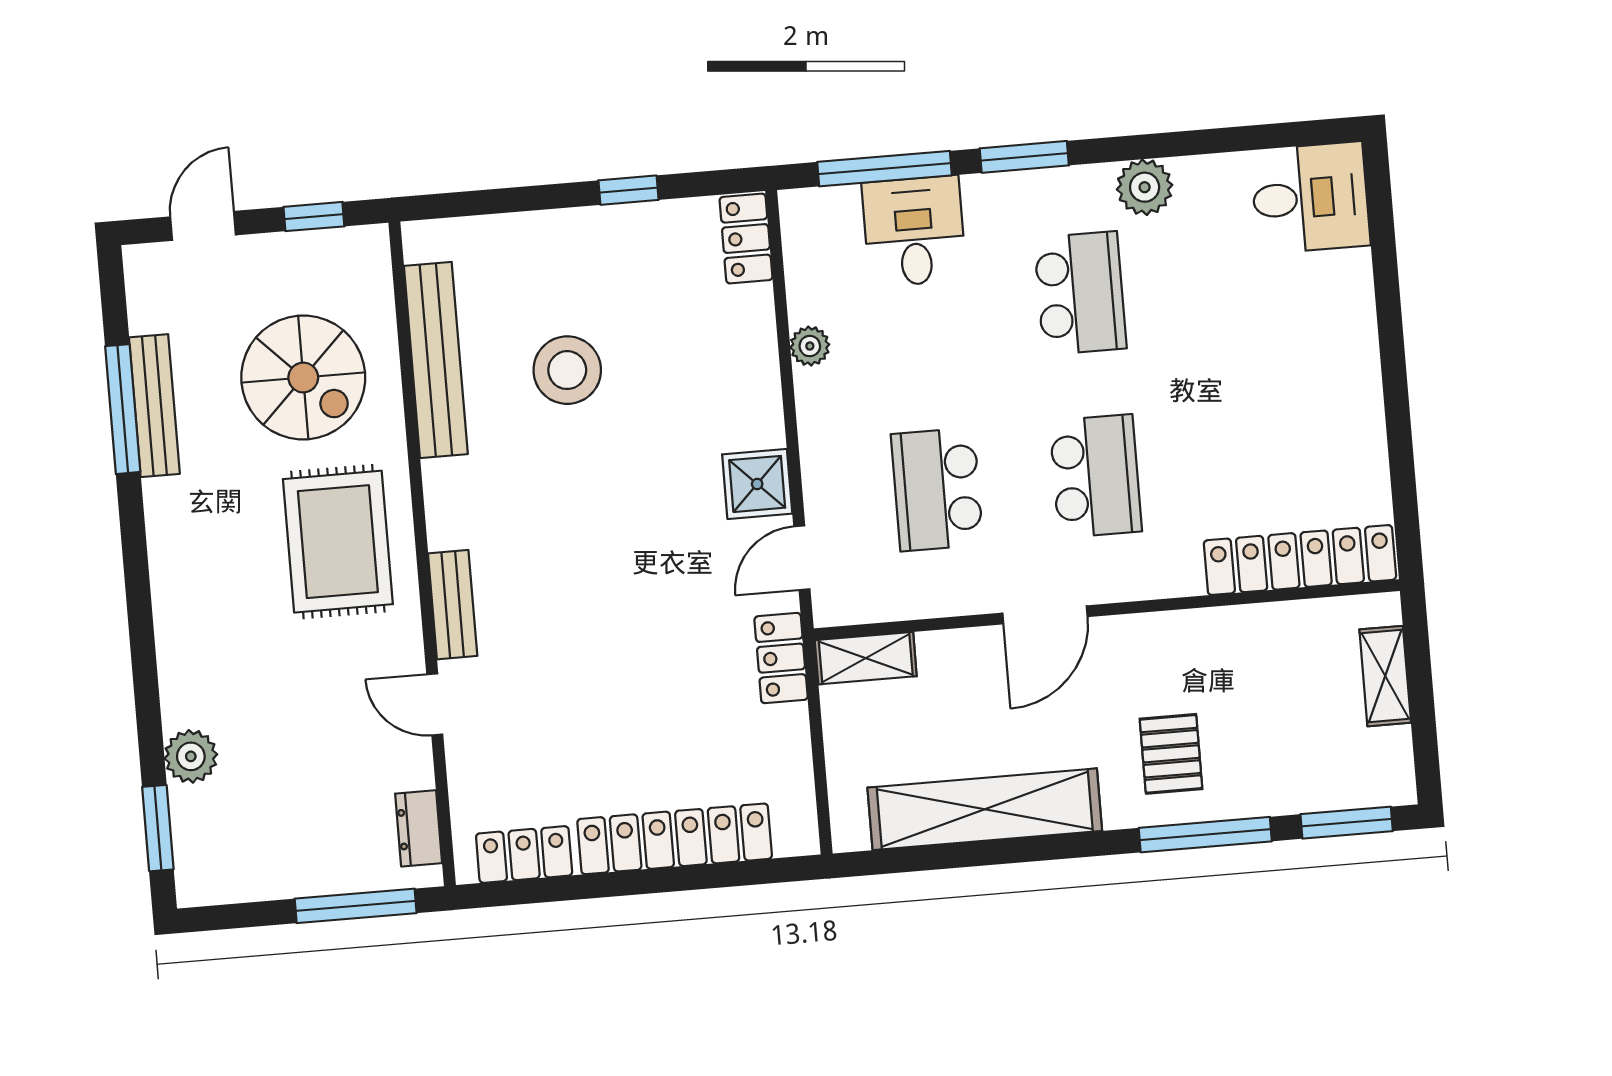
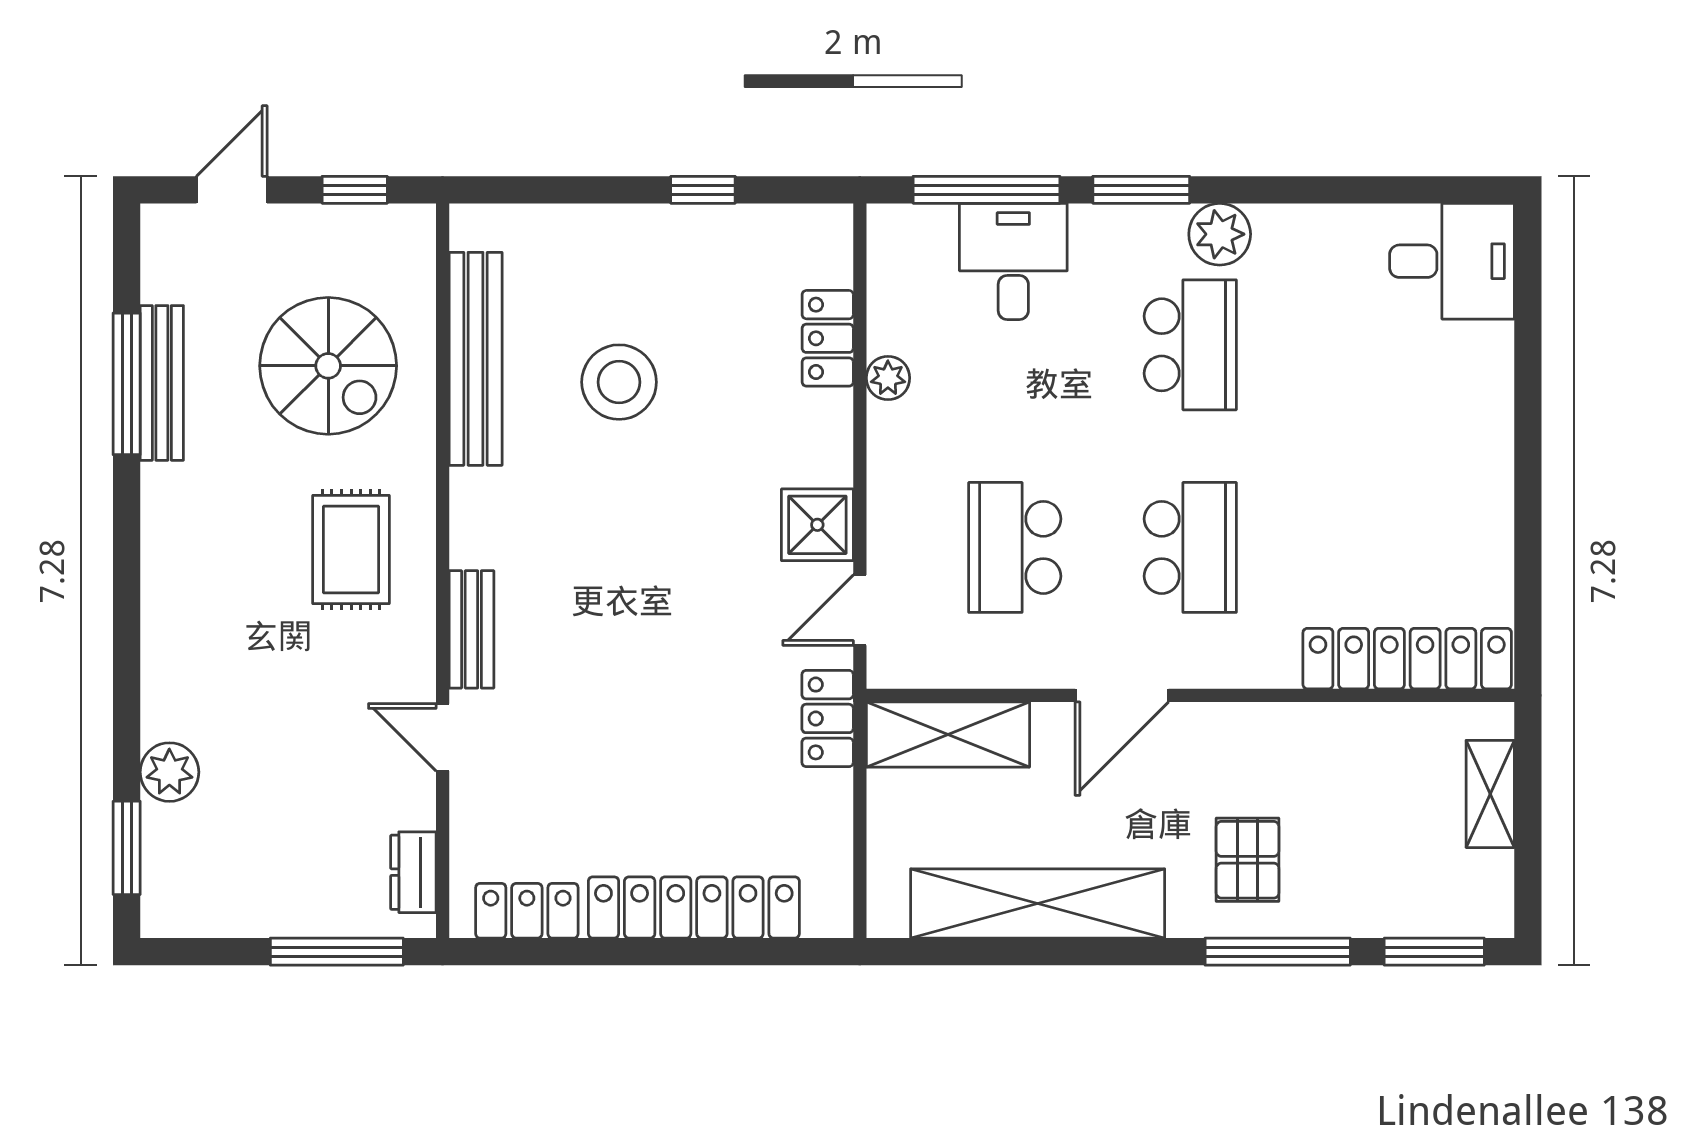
plant: (1145, 187) -> (1220, 234), moved
locker: (746, 239) -> (828, 338), moved
rug: (338, 542) -> (351, 549), width x0.73, depth x0.70
shelving: (866, 658) -> (948, 735), width x1.50, depth x1.33

